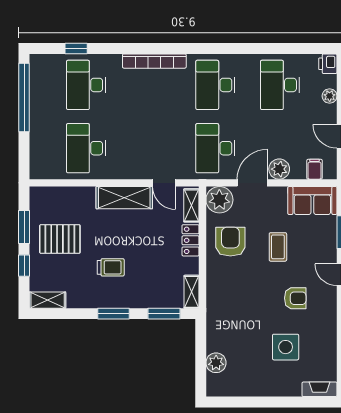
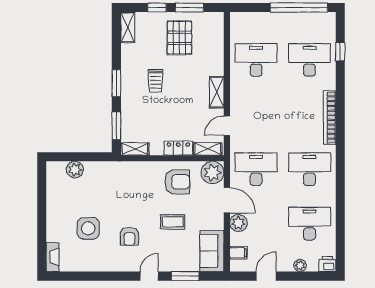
shelving: (124, 198) -> (217, 92), width x0.67, depth x0.75

